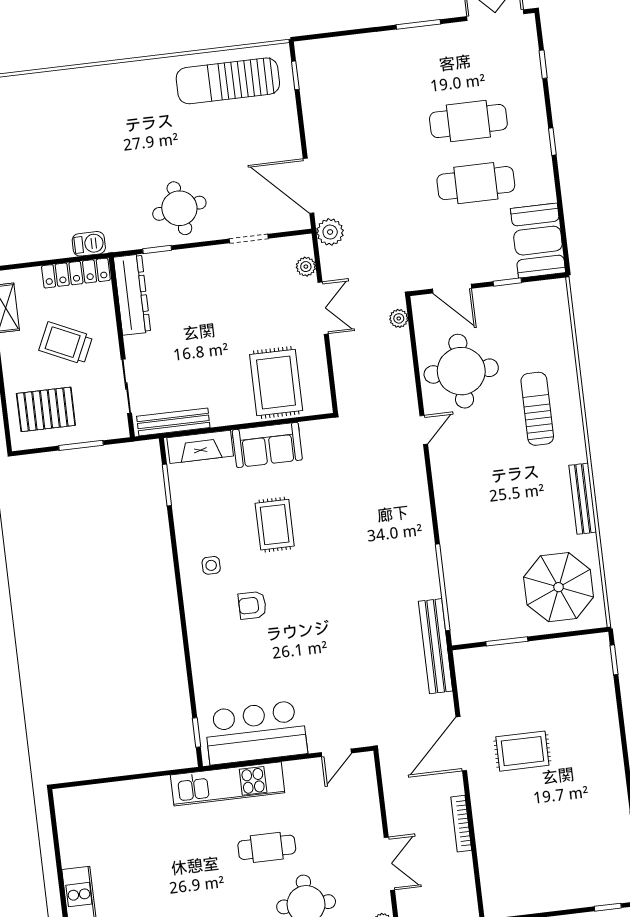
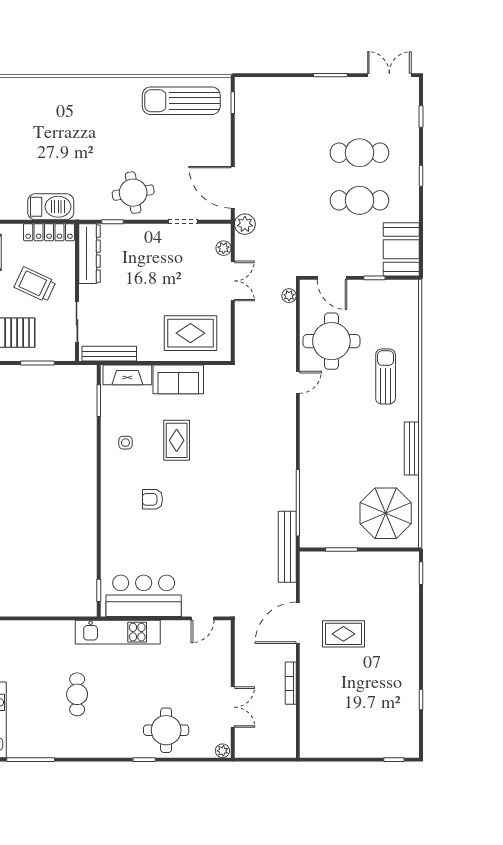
barbecue: (89, 244) -> (51, 207), width x1.88, depth x1.53
rug: (276, 383) -> (190, 333), turned 90
side table: (211, 565) -> (126, 443), moved
cafe table: (267, 847) -> (77, 694), moved, turned 90

